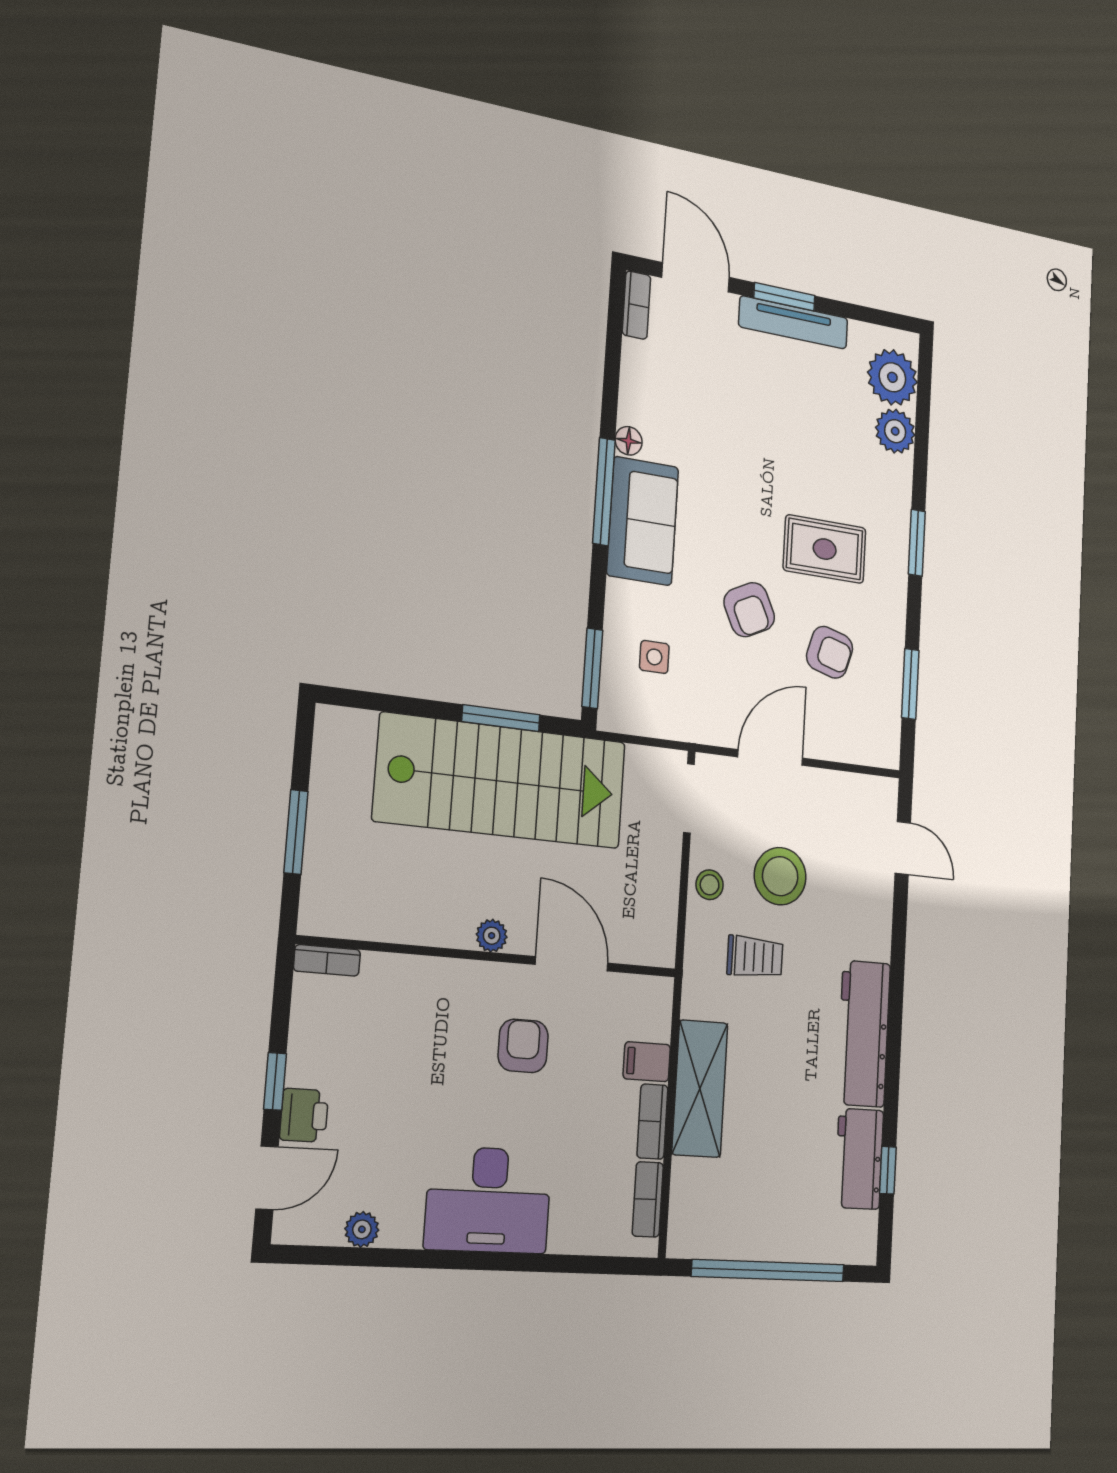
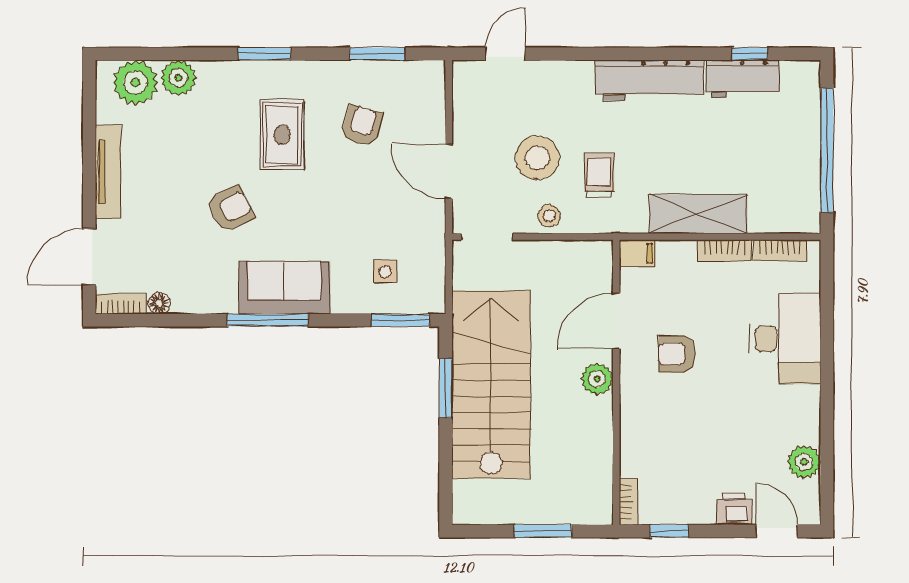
window: (784, 297) -> (89, 181), removed
floor lamp: (629, 441) -> (159, 303), moved
armchair: (749, 610) -> (230, 209), moved
plant: (492, 936) -> (597, 379), width x1.38, depth x1.38
filing cabinet: (647, 1062) -> (637, 253), moved, turned -90
window: (275, 1081) -> (669, 531), moved
desk: (488, 1200) -> (785, 339), moved
plant: (362, 1229) -> (804, 462), width x1.38, depth x1.38

